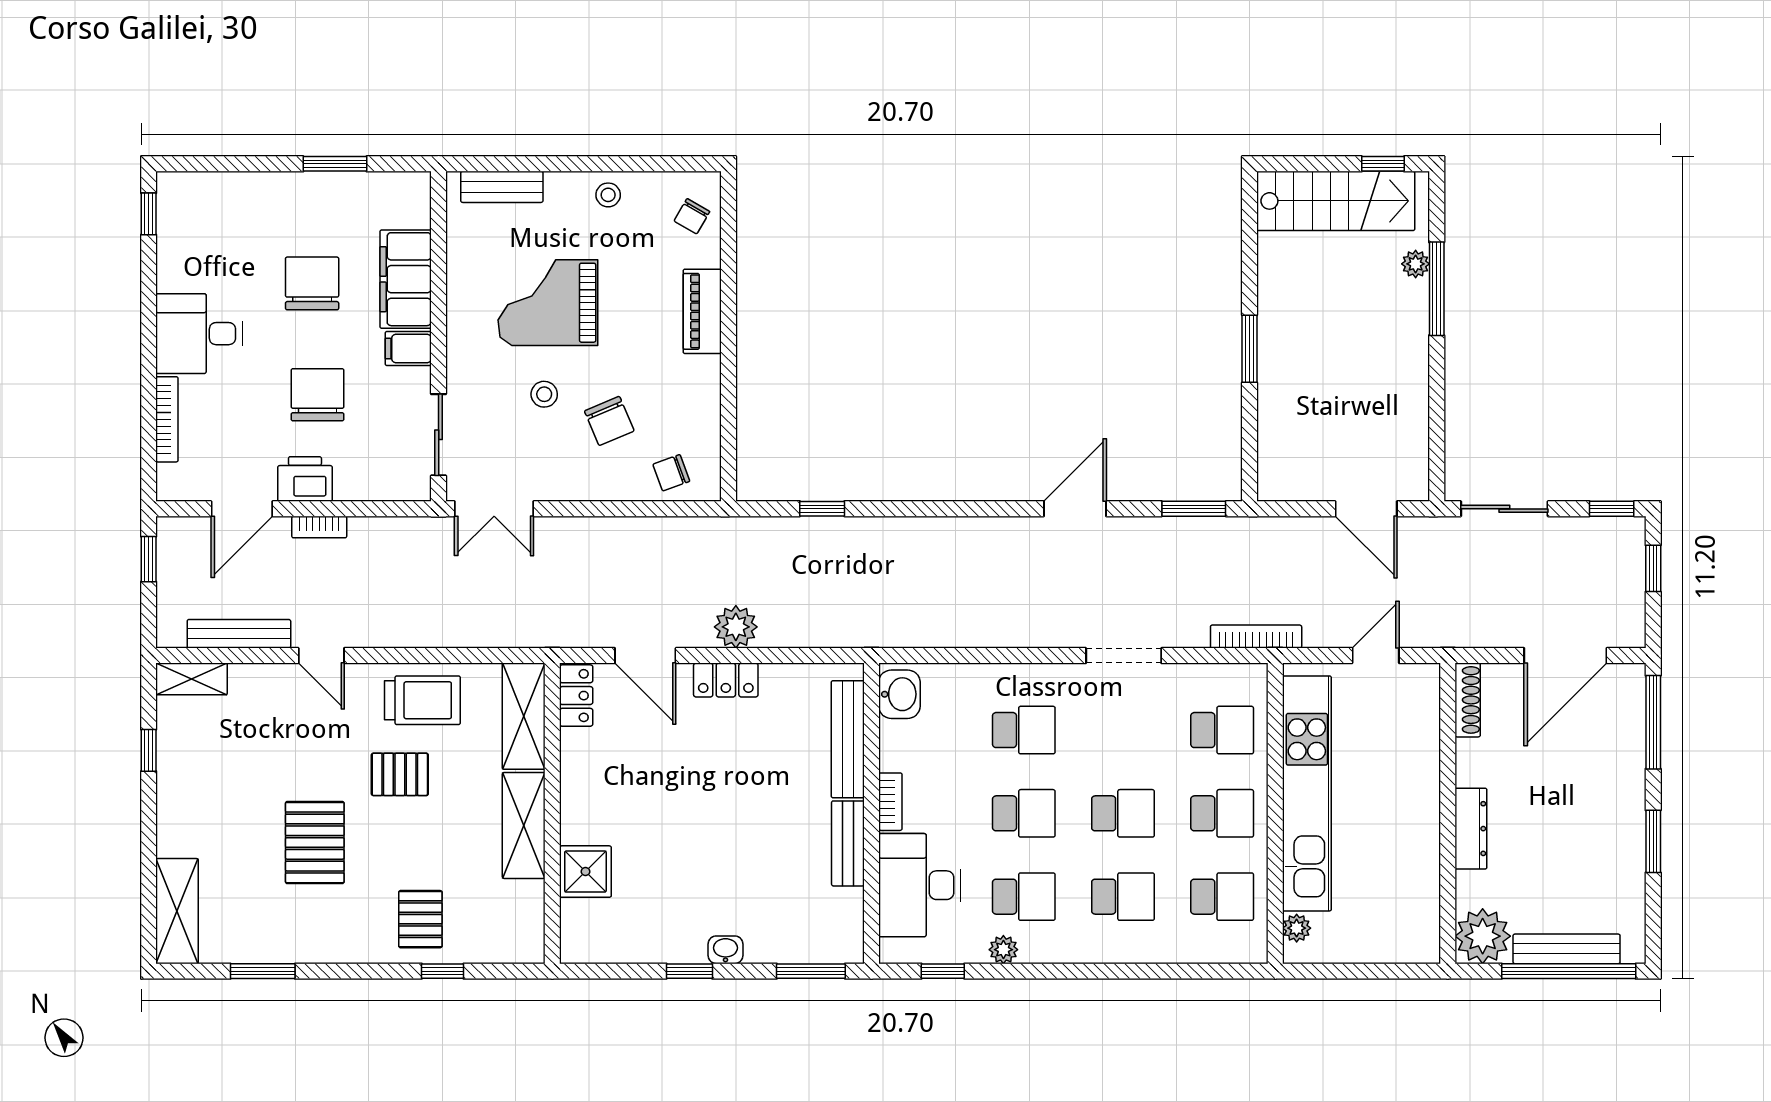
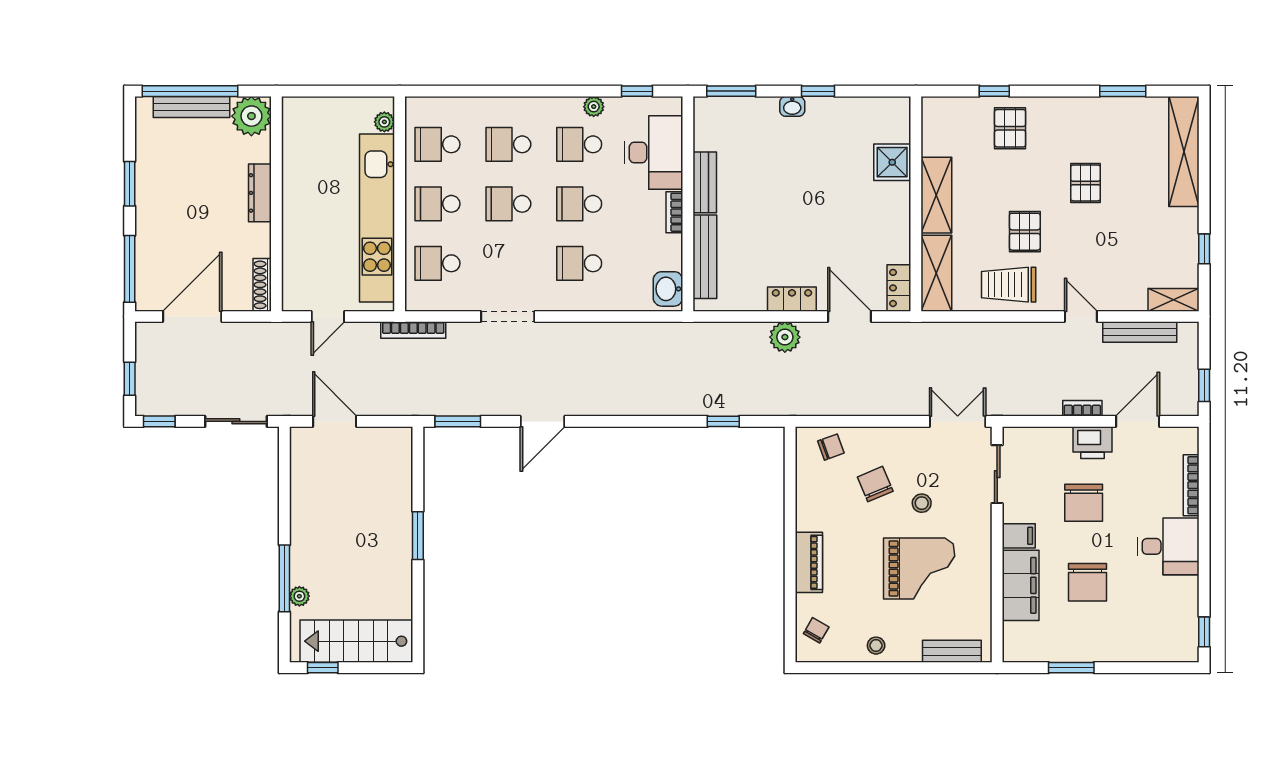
pallet: (400, 774) -> (1025, 232), turned 90
pallet: (315, 843) -> (1086, 183), width x0.67, depth x0.71
shelving: (177, 911) -> (1184, 152), width x1.47

